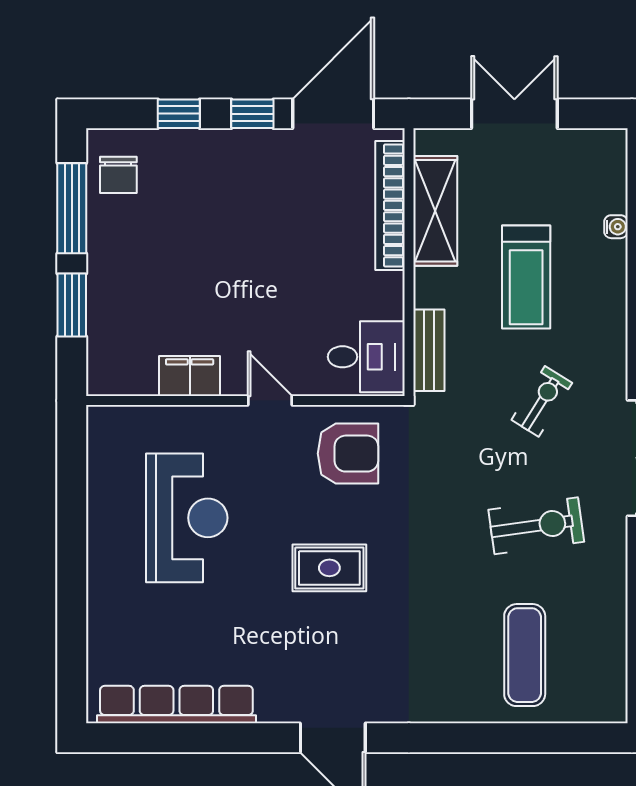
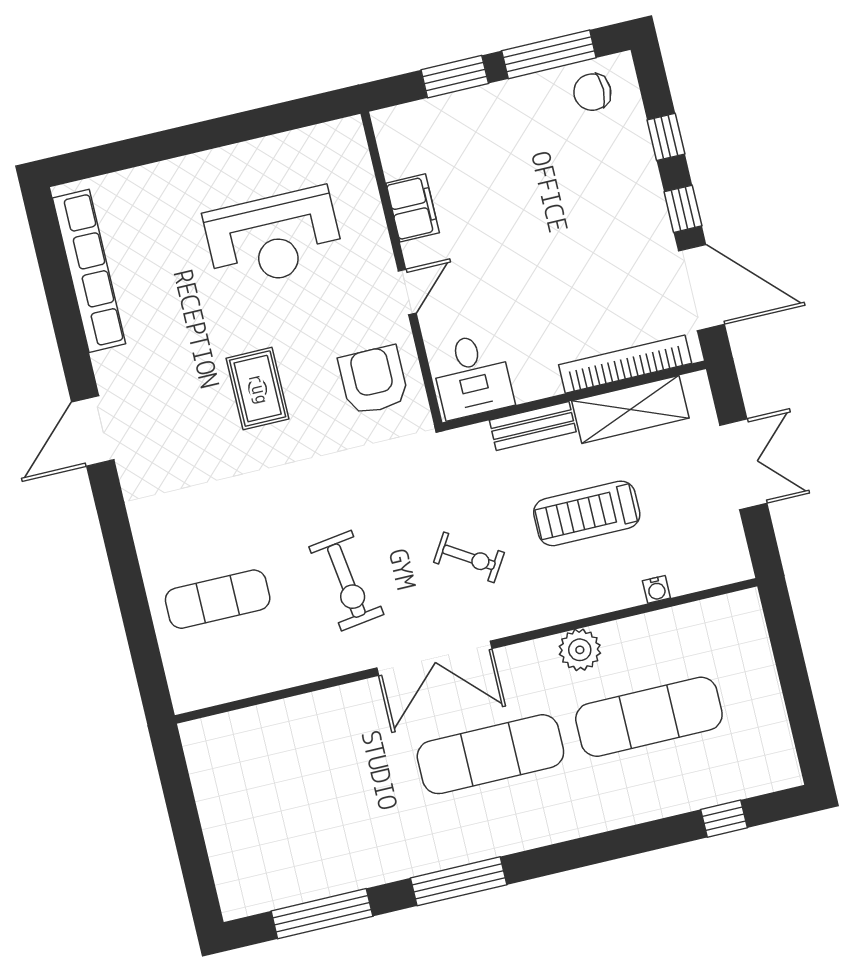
bench: (429, 350) -> (533, 426), moved
armchair: (348, 454) -> (373, 380), turned 180

